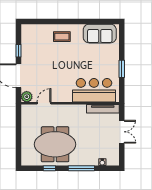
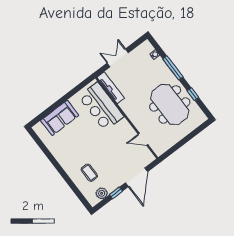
sofa: (100, 34) -> (60, 118), moved, turned 90
coffee table: (62, 37) -> (89, 173), moved
window: (122, 69) -> (66, 97), removed
plant: (27, 97) -> (102, 193), moved

